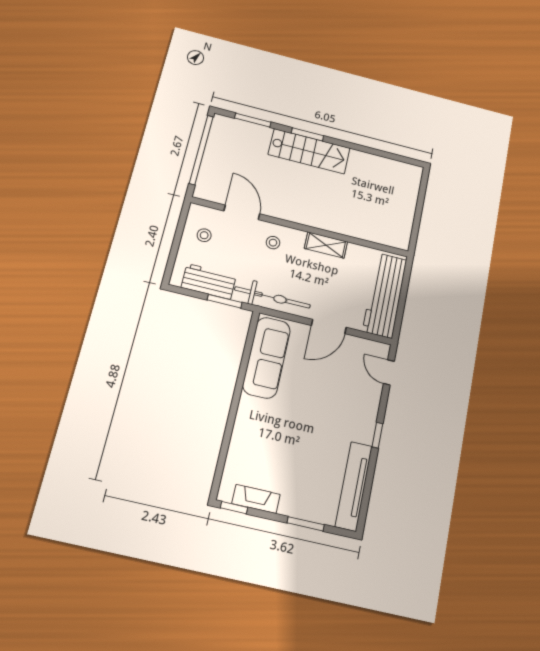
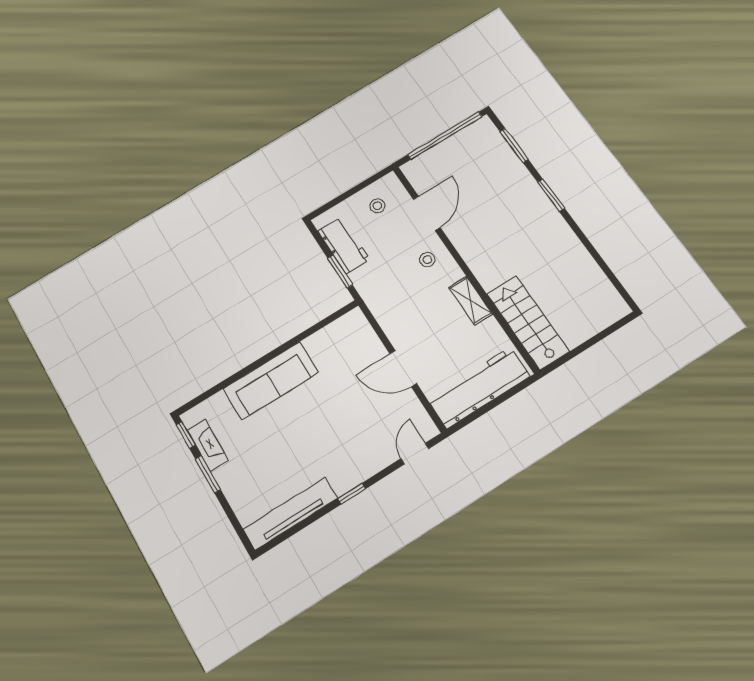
stairs: (309, 151) -> (528, 322), moved, turned 180
bicycle: (272, 297) -> (381, 303), removed
sofa: (267, 358) -> (271, 381), moved
window: (306, 524) -> (208, 474), moved

